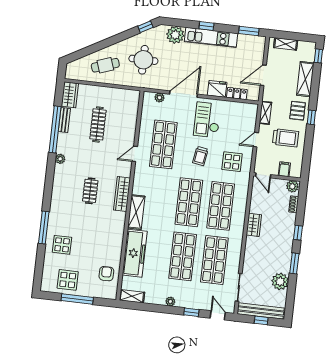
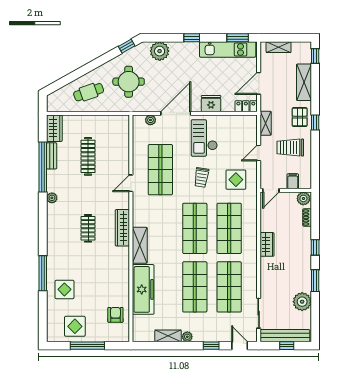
kitchen unit: (211, 37) -> (228, 49), moved
locker: (237, 94) -> (246, 106), moved
trolley: (286, 138) -> (290, 148), turned 180
door: (263, 175) -> (271, 190), hinge flipped
shelving: (132, 296) -> (168, 336), moved

